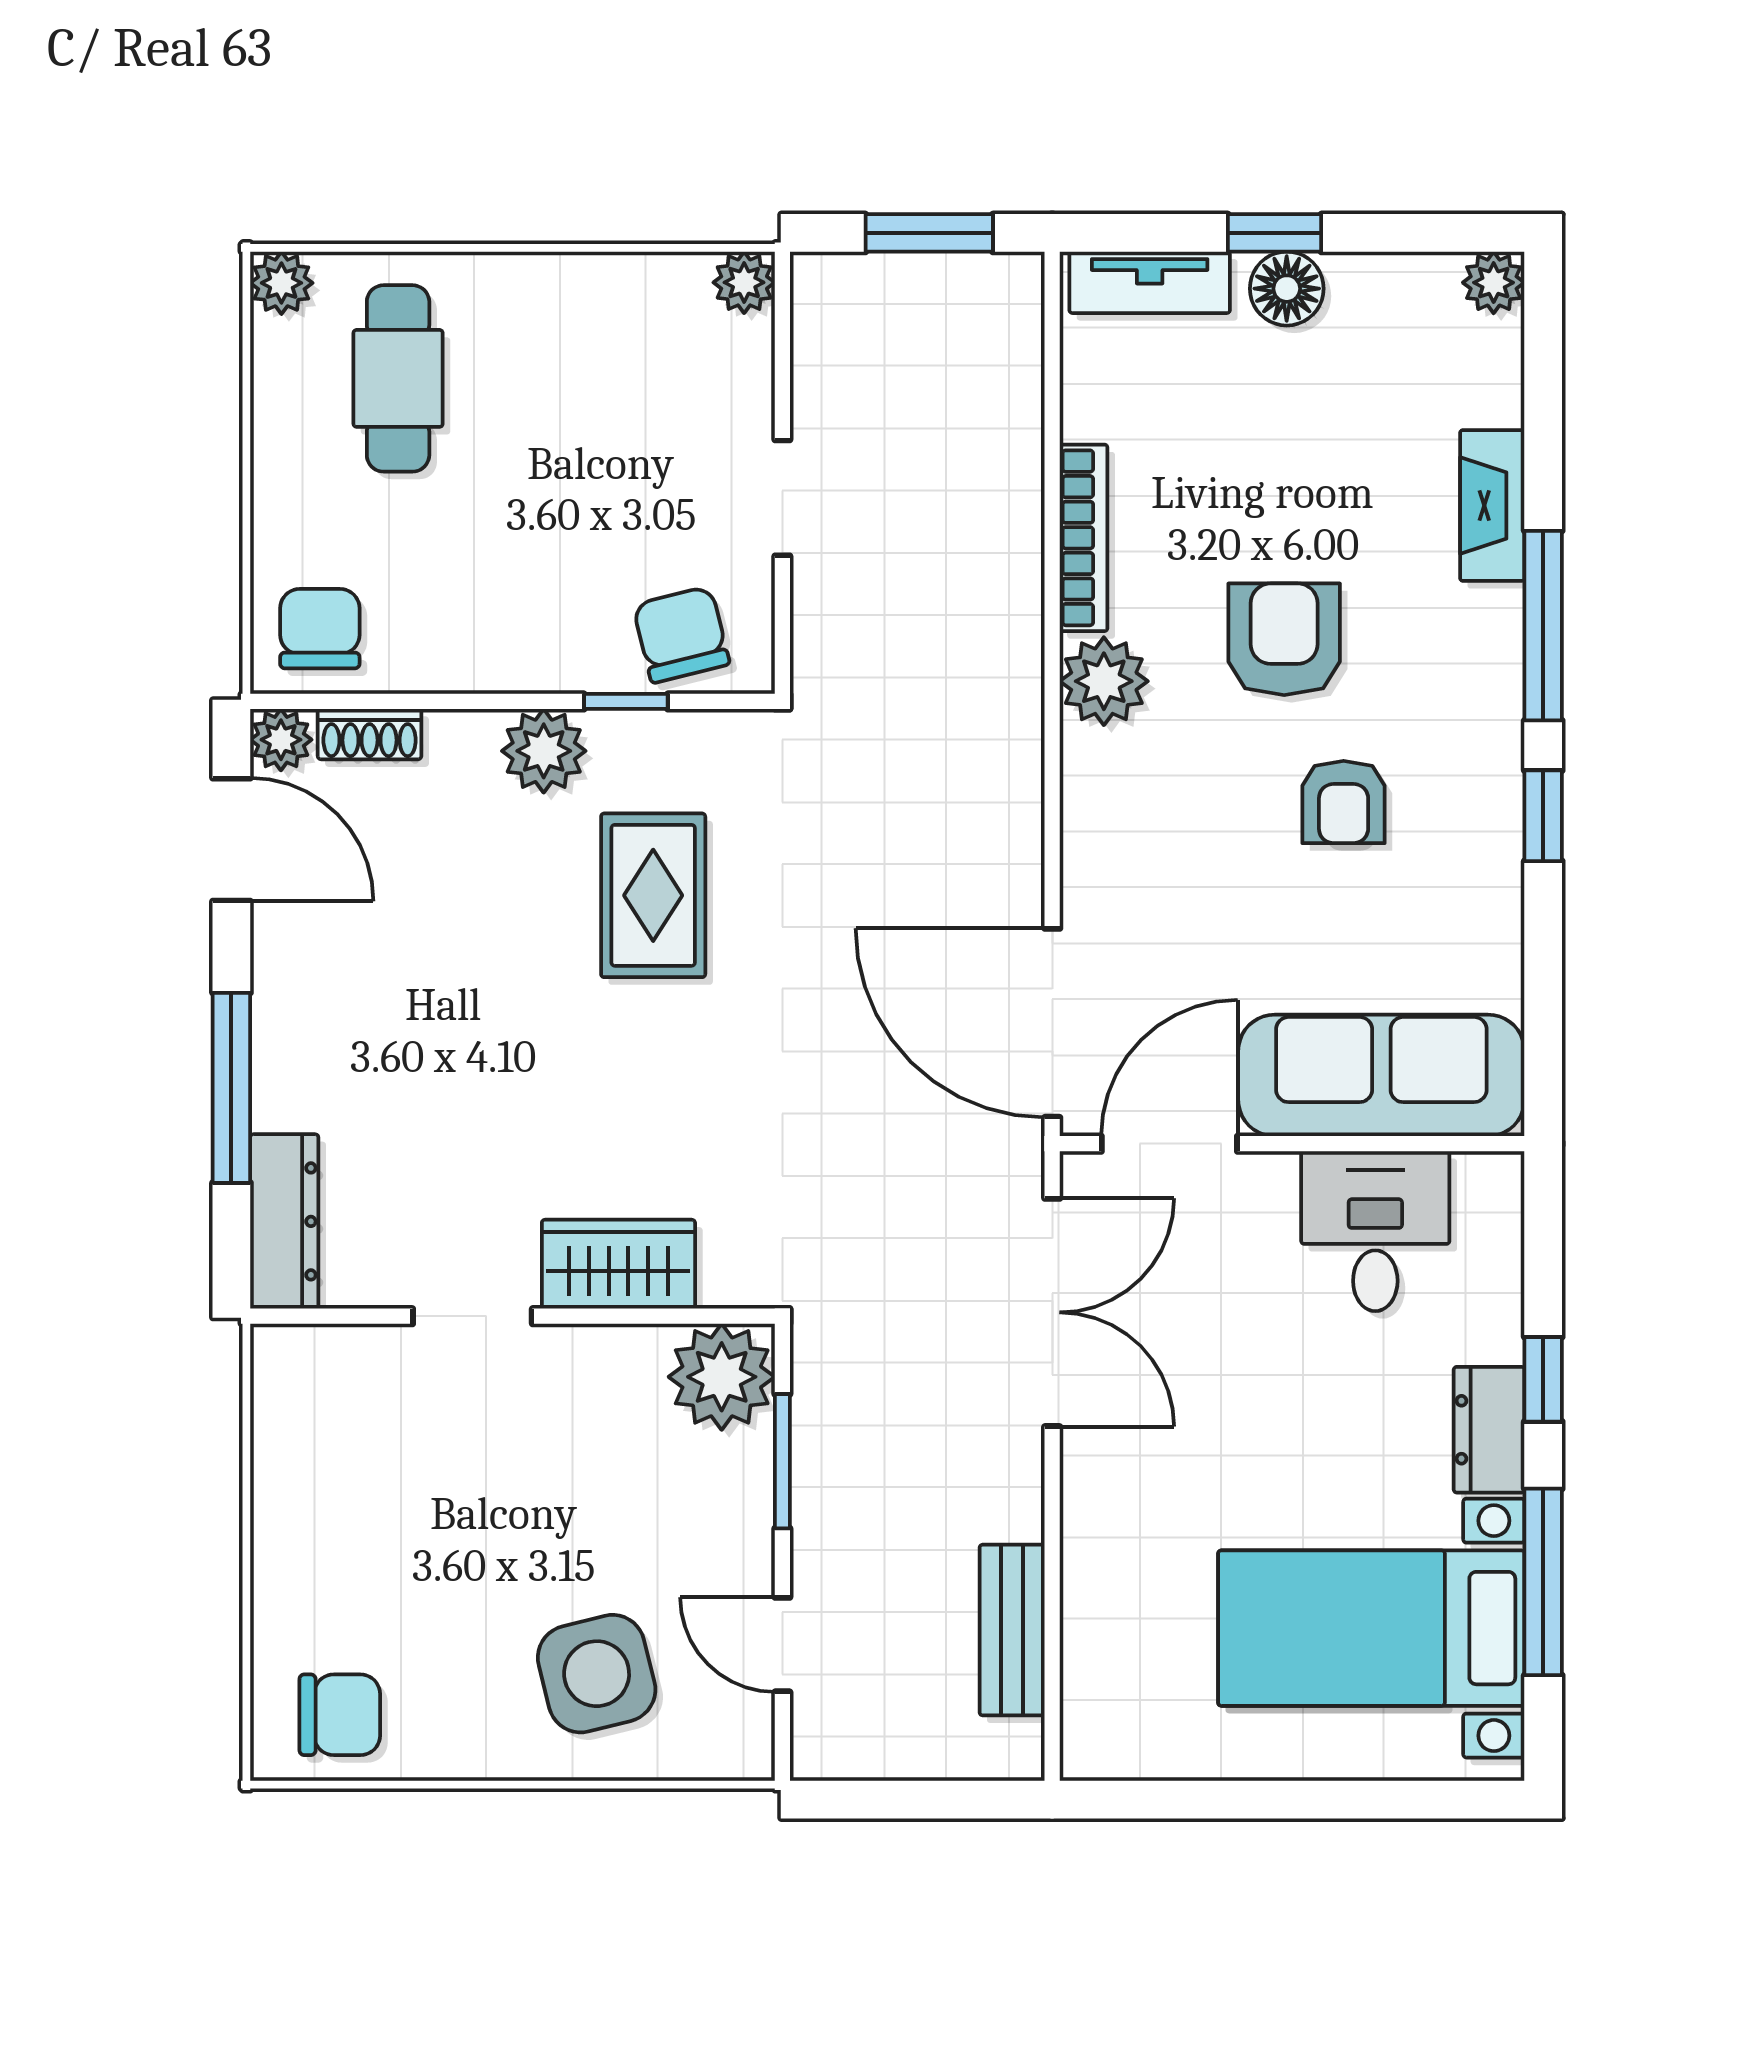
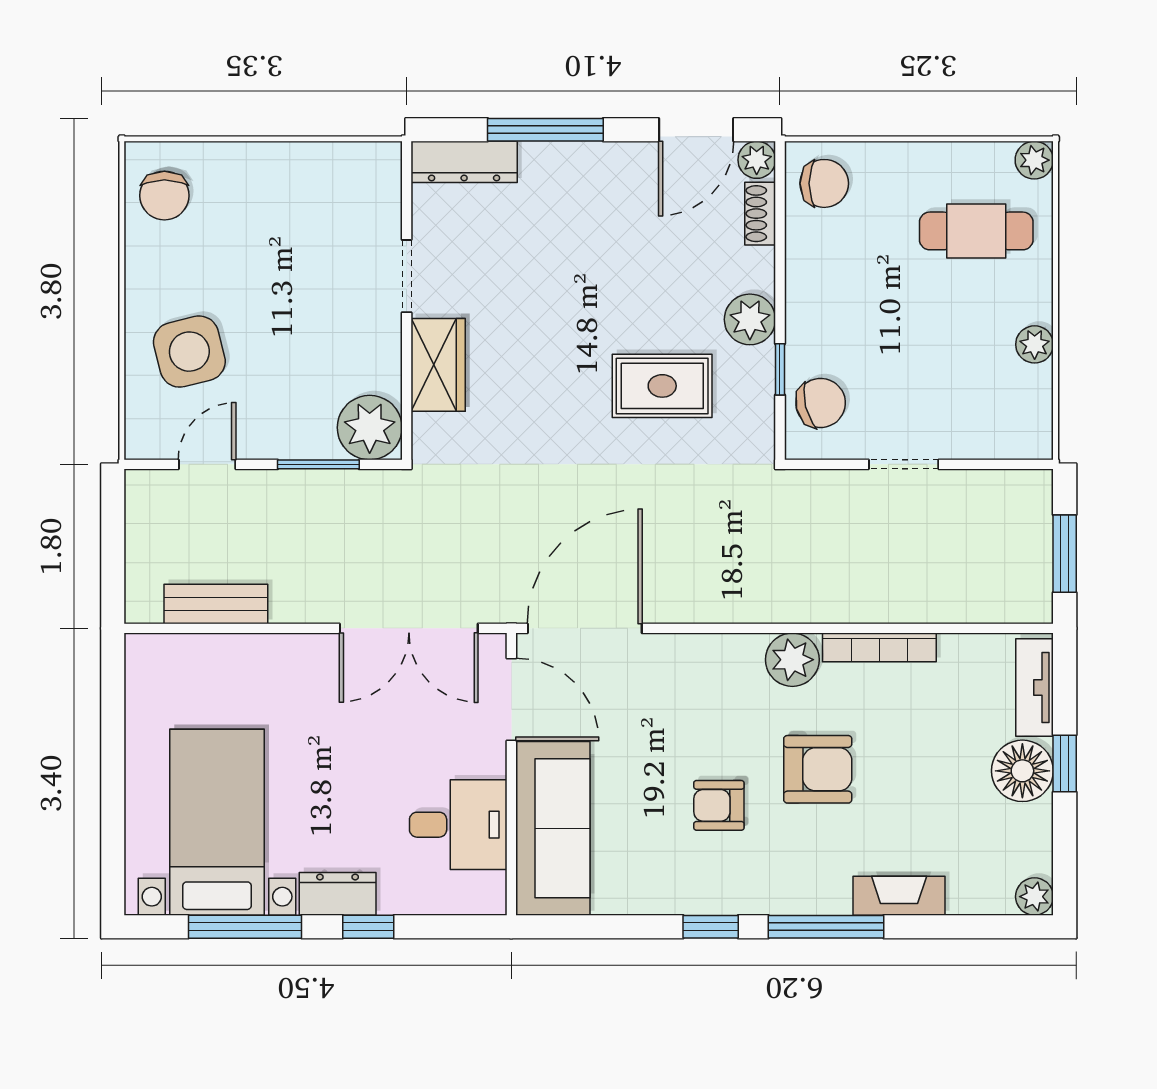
plant: (744, 282) -> (1035, 344), moved
floor lamp: (1287, 289) -> (1022, 771), width x1.38, depth x1.38

